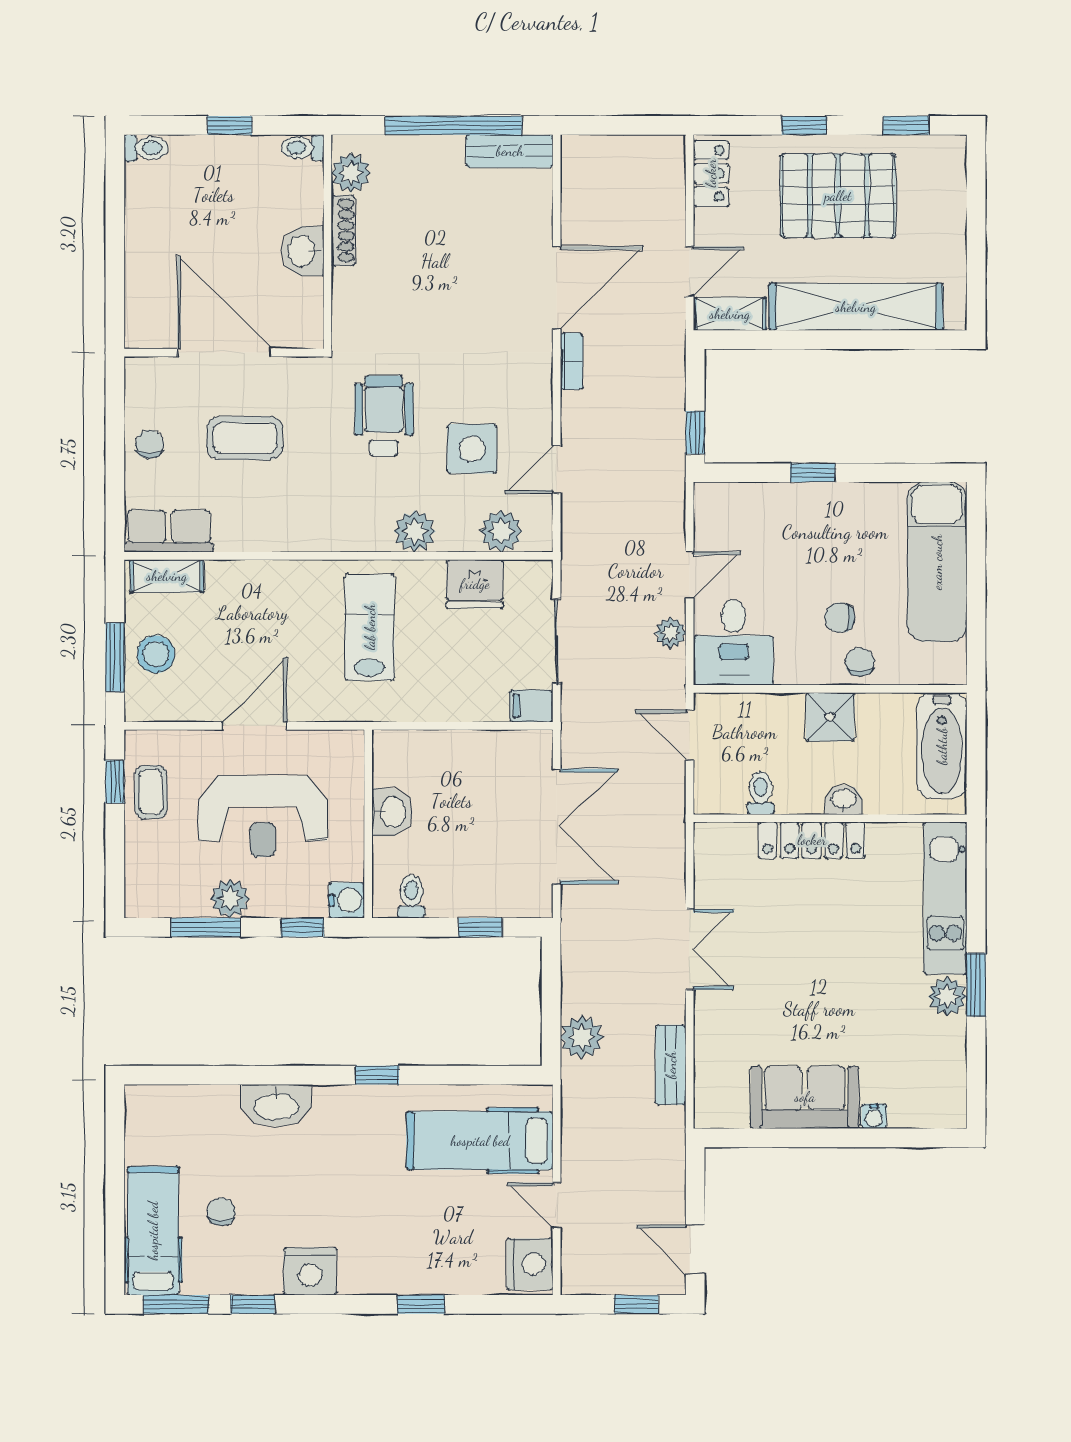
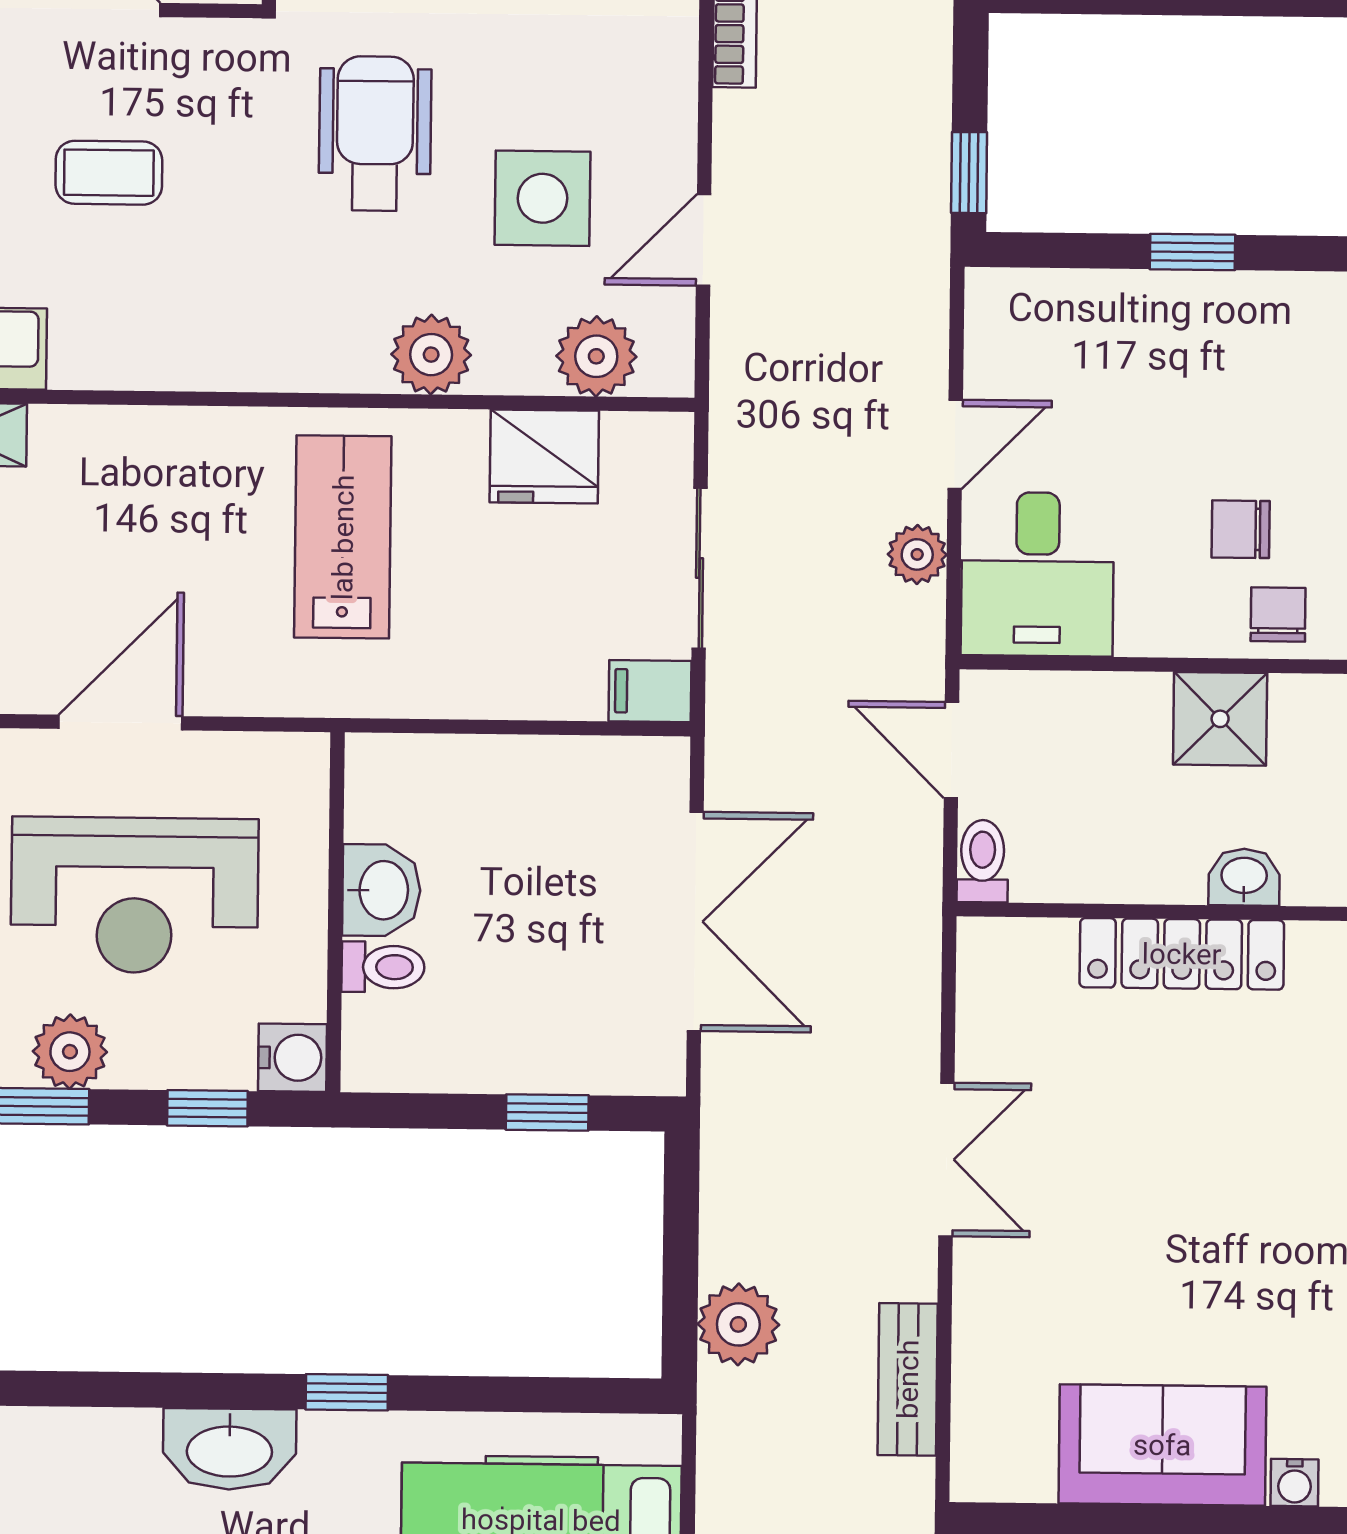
coffee table: (245, 438) -> (109, 173), width x0.73, depth x0.77
toilet: (761, 793) -> (982, 861), moved
toilet: (411, 896) -> (383, 967), moved, turned 90
washbasin: (276, 1106) -> (229, 1449), moved

